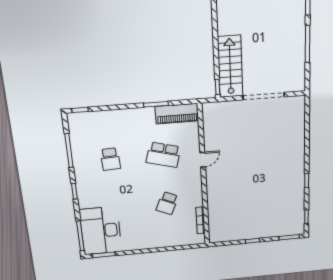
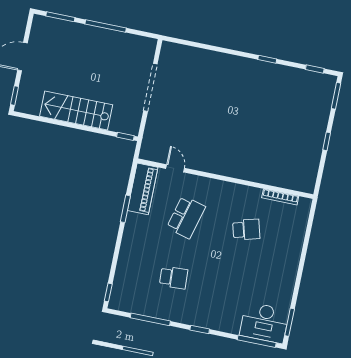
stairs: (230, 67) -> (76, 111), moved
door: (203, 160) -> (175, 168), moved
school desk: (167, 203) -> (246, 230), turned -39
desk: (101, 231) -> (264, 323), width x0.73, depth x0.77

